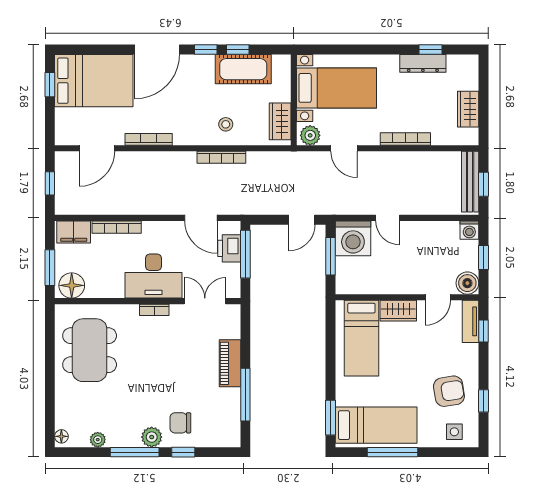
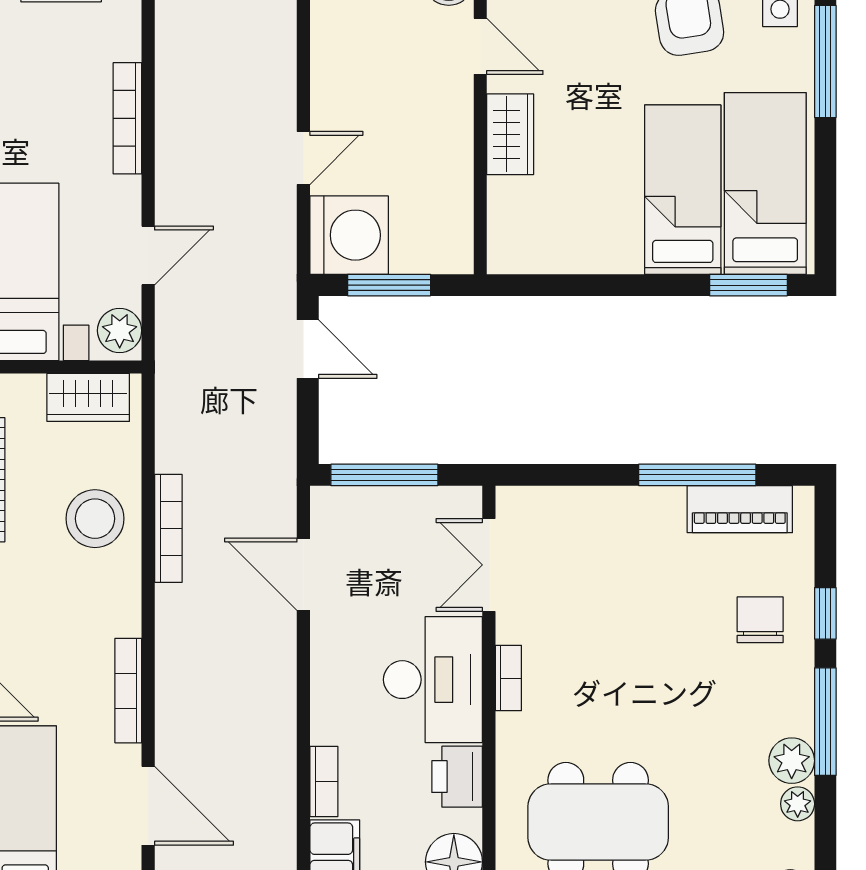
stool: (226, 124) -> (95, 519), width x1.89, depth x1.89
door: (201, 218) -> (303, 574), swing flipped
bookcase: (117, 227) -> (324, 781), width x0.64
printer: (229, 248) -> (457, 777), moved, turned 90
bed: (361, 338) -> (683, 190), moved, turned -90
piano: (230, 363) -> (740, 509), moved
chair: (180, 423) -> (760, 620), turned 180
plant: (152, 437) -> (792, 761), moved
window: (393, 452) -> (825, 61), moved

